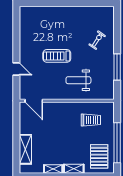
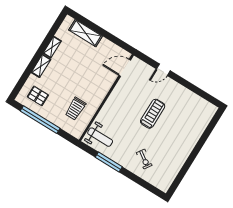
weight bench: (78, 80) -> (100, 137), moved, turned 90
pallet: (99, 156) -> (38, 96), width x0.67, depth x0.71

